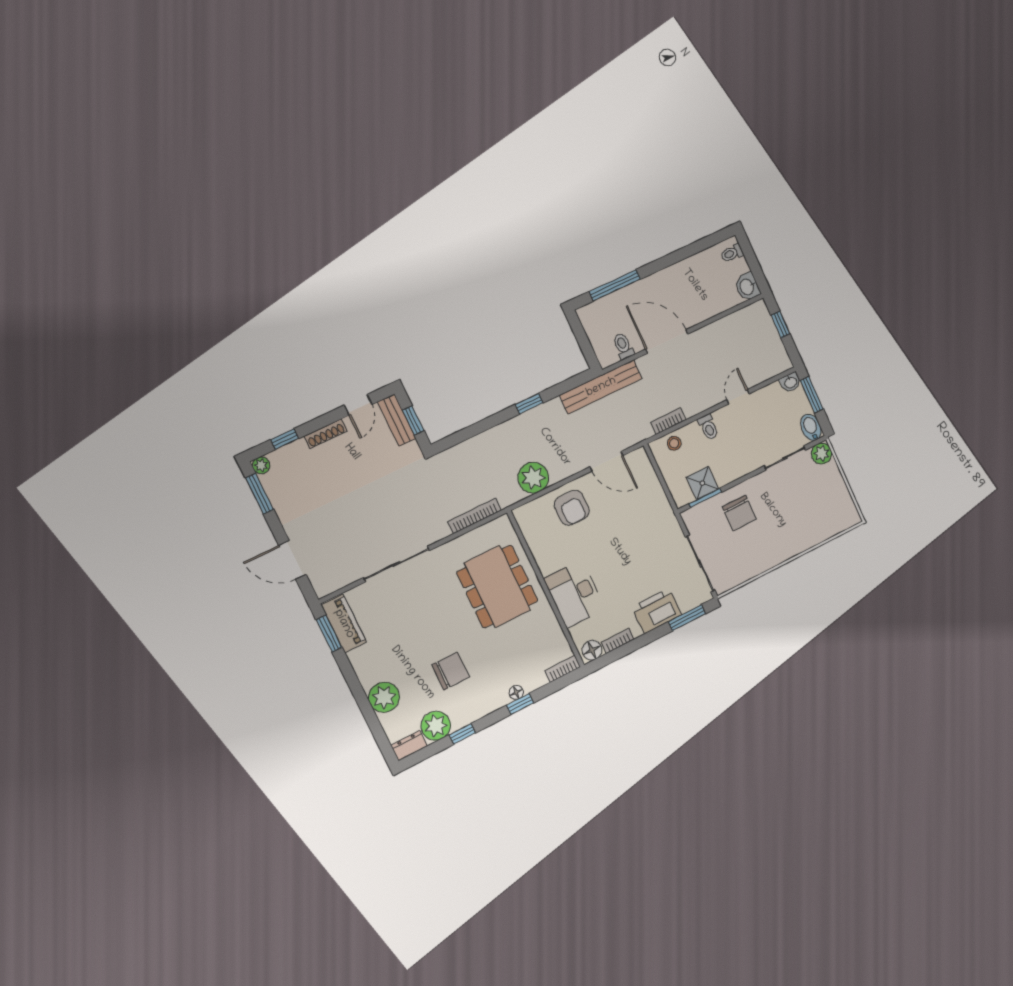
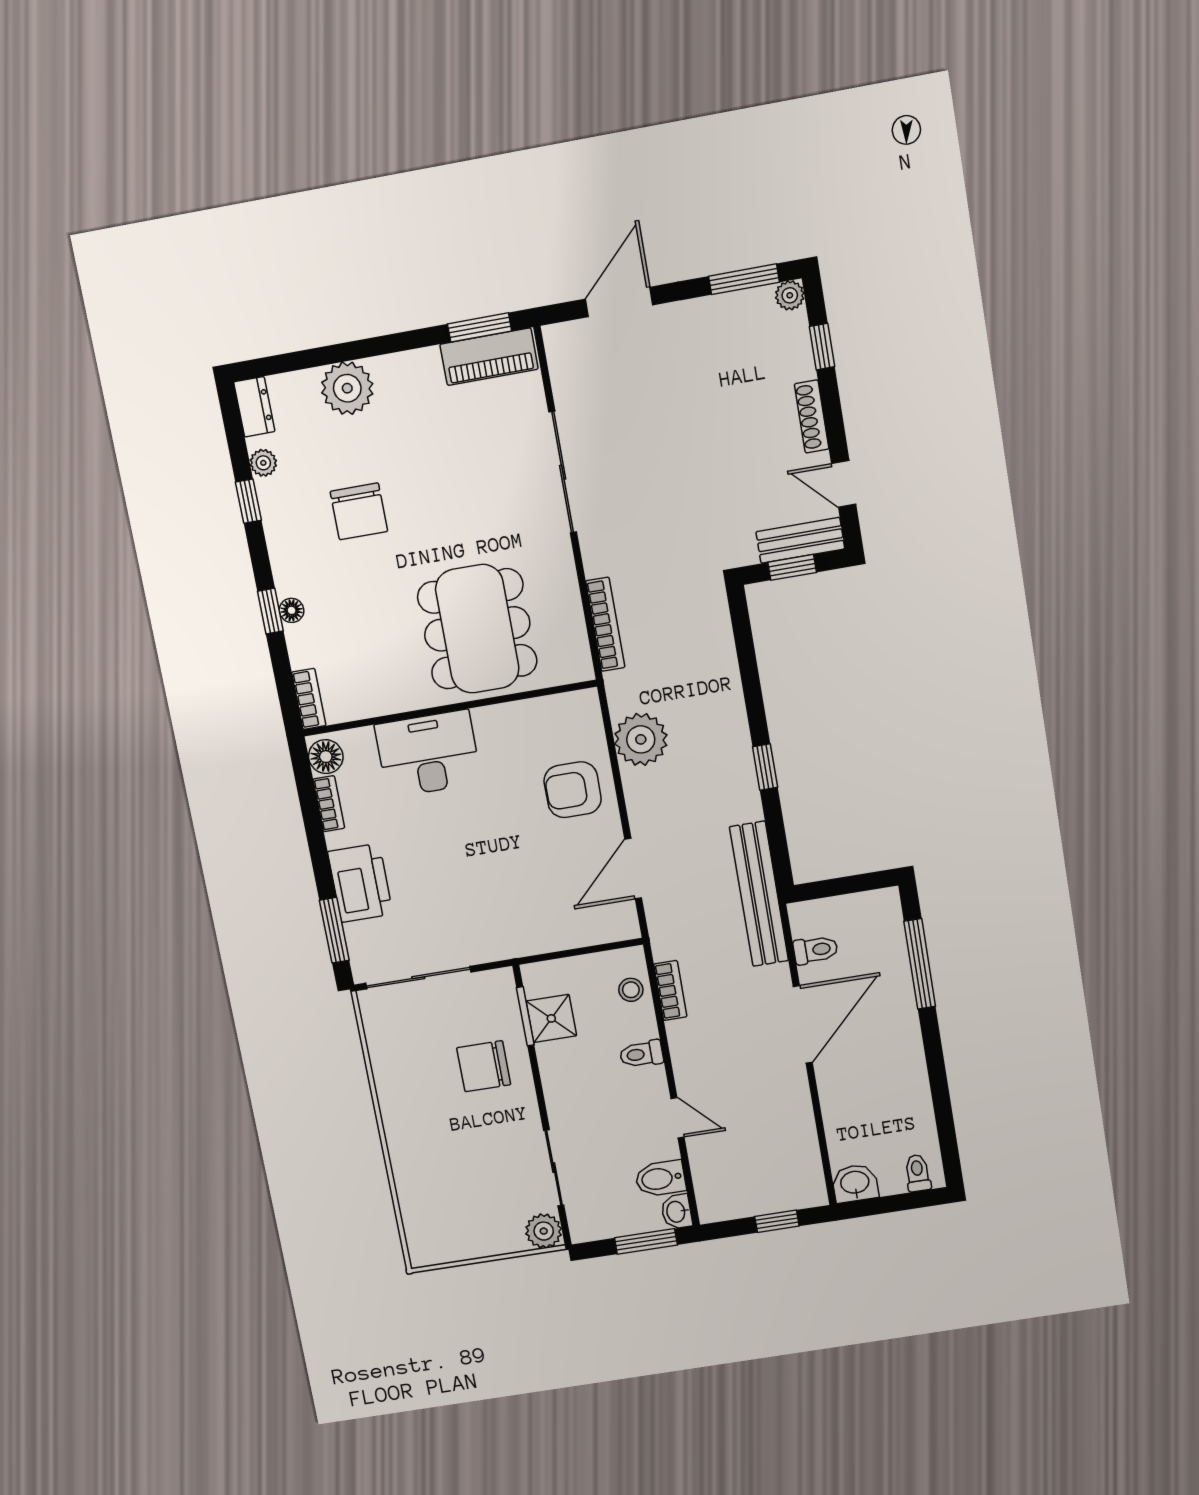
bidet: (811, 427) -> (660, 1179), moved, turned 180
dining table: (497, 587) -> (477, 629), turned 90
plant: (436, 726) -> (263, 463), width x0.53, depth x0.53

